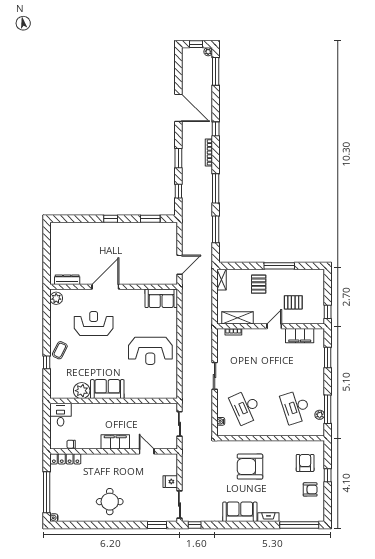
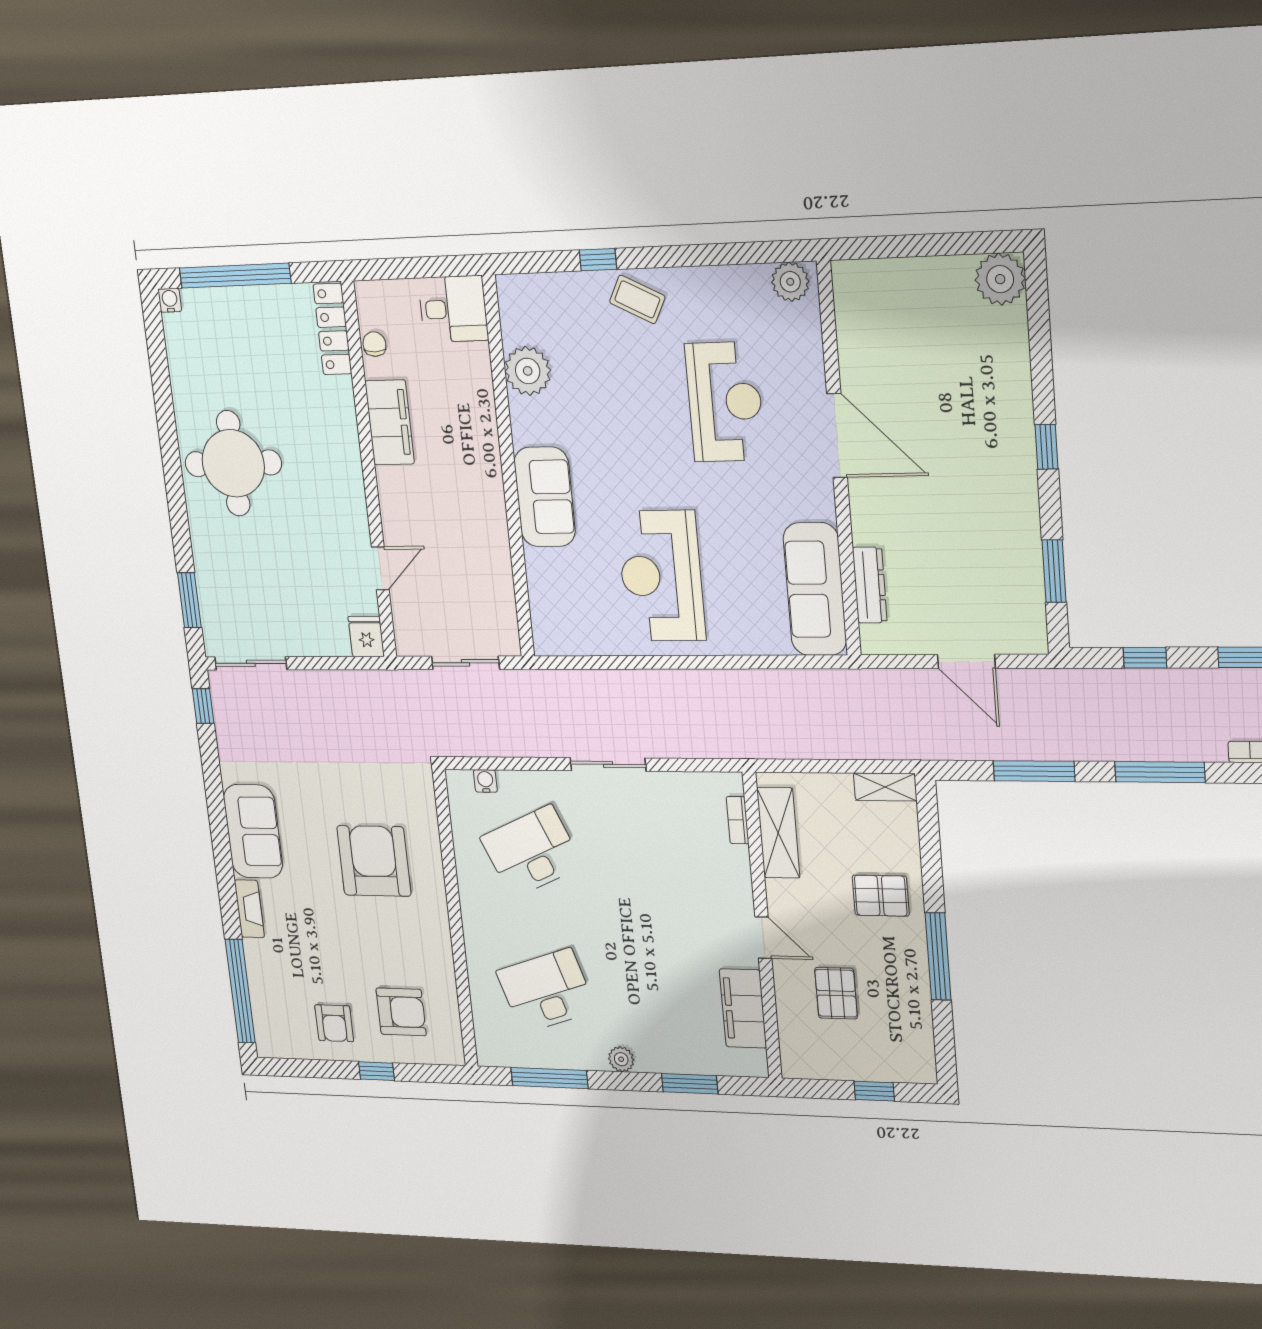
plant: (58, 230) -> (1000, 279), added
door: (179, 265) -> (966, 661), moved
dresser: (67, 280) -> (870, 585), moved
sofa: (161, 298) -> (815, 589), width x1.36
window: (328, 312) -> (874, 1091), moved
sofa: (107, 389) -> (545, 497), moved
plant: (320, 415) -> (621, 1059), moved
filing cabinet: (115, 442) -> (390, 422), moved
fridge: (170, 482) -> (366, 637), moved
round table: (110, 502) -> (233, 463), width x1.36, depth x1.36

